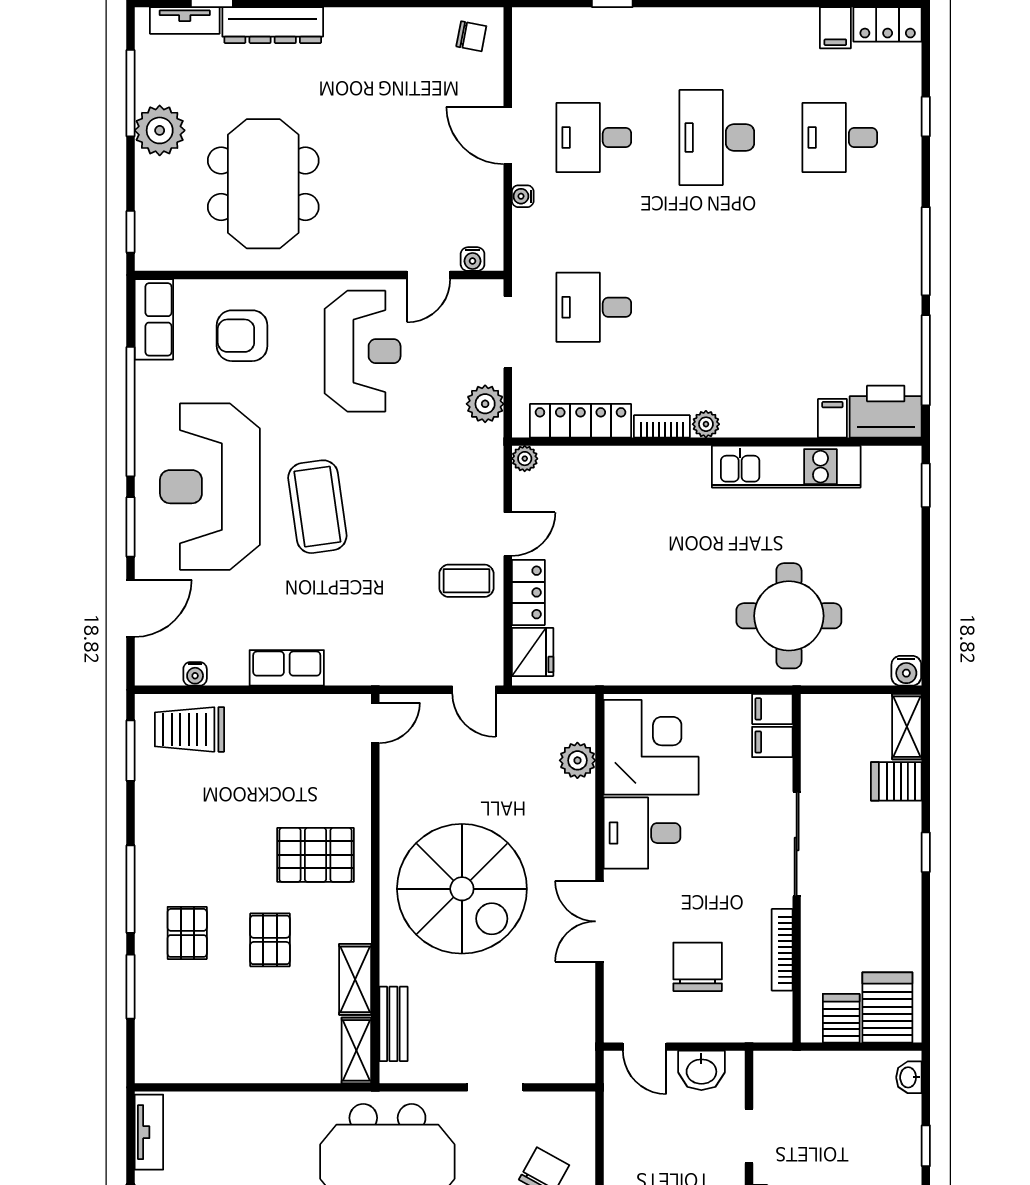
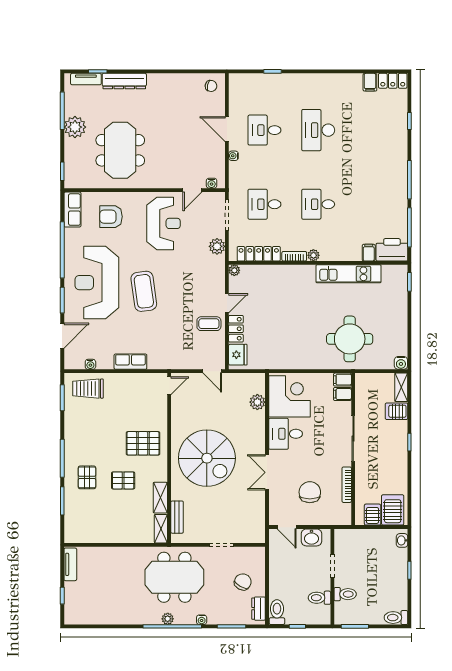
desk: (840, 137) -> (318, 204), moved
pallet: (270, 940) -> (123, 480), turned 90

